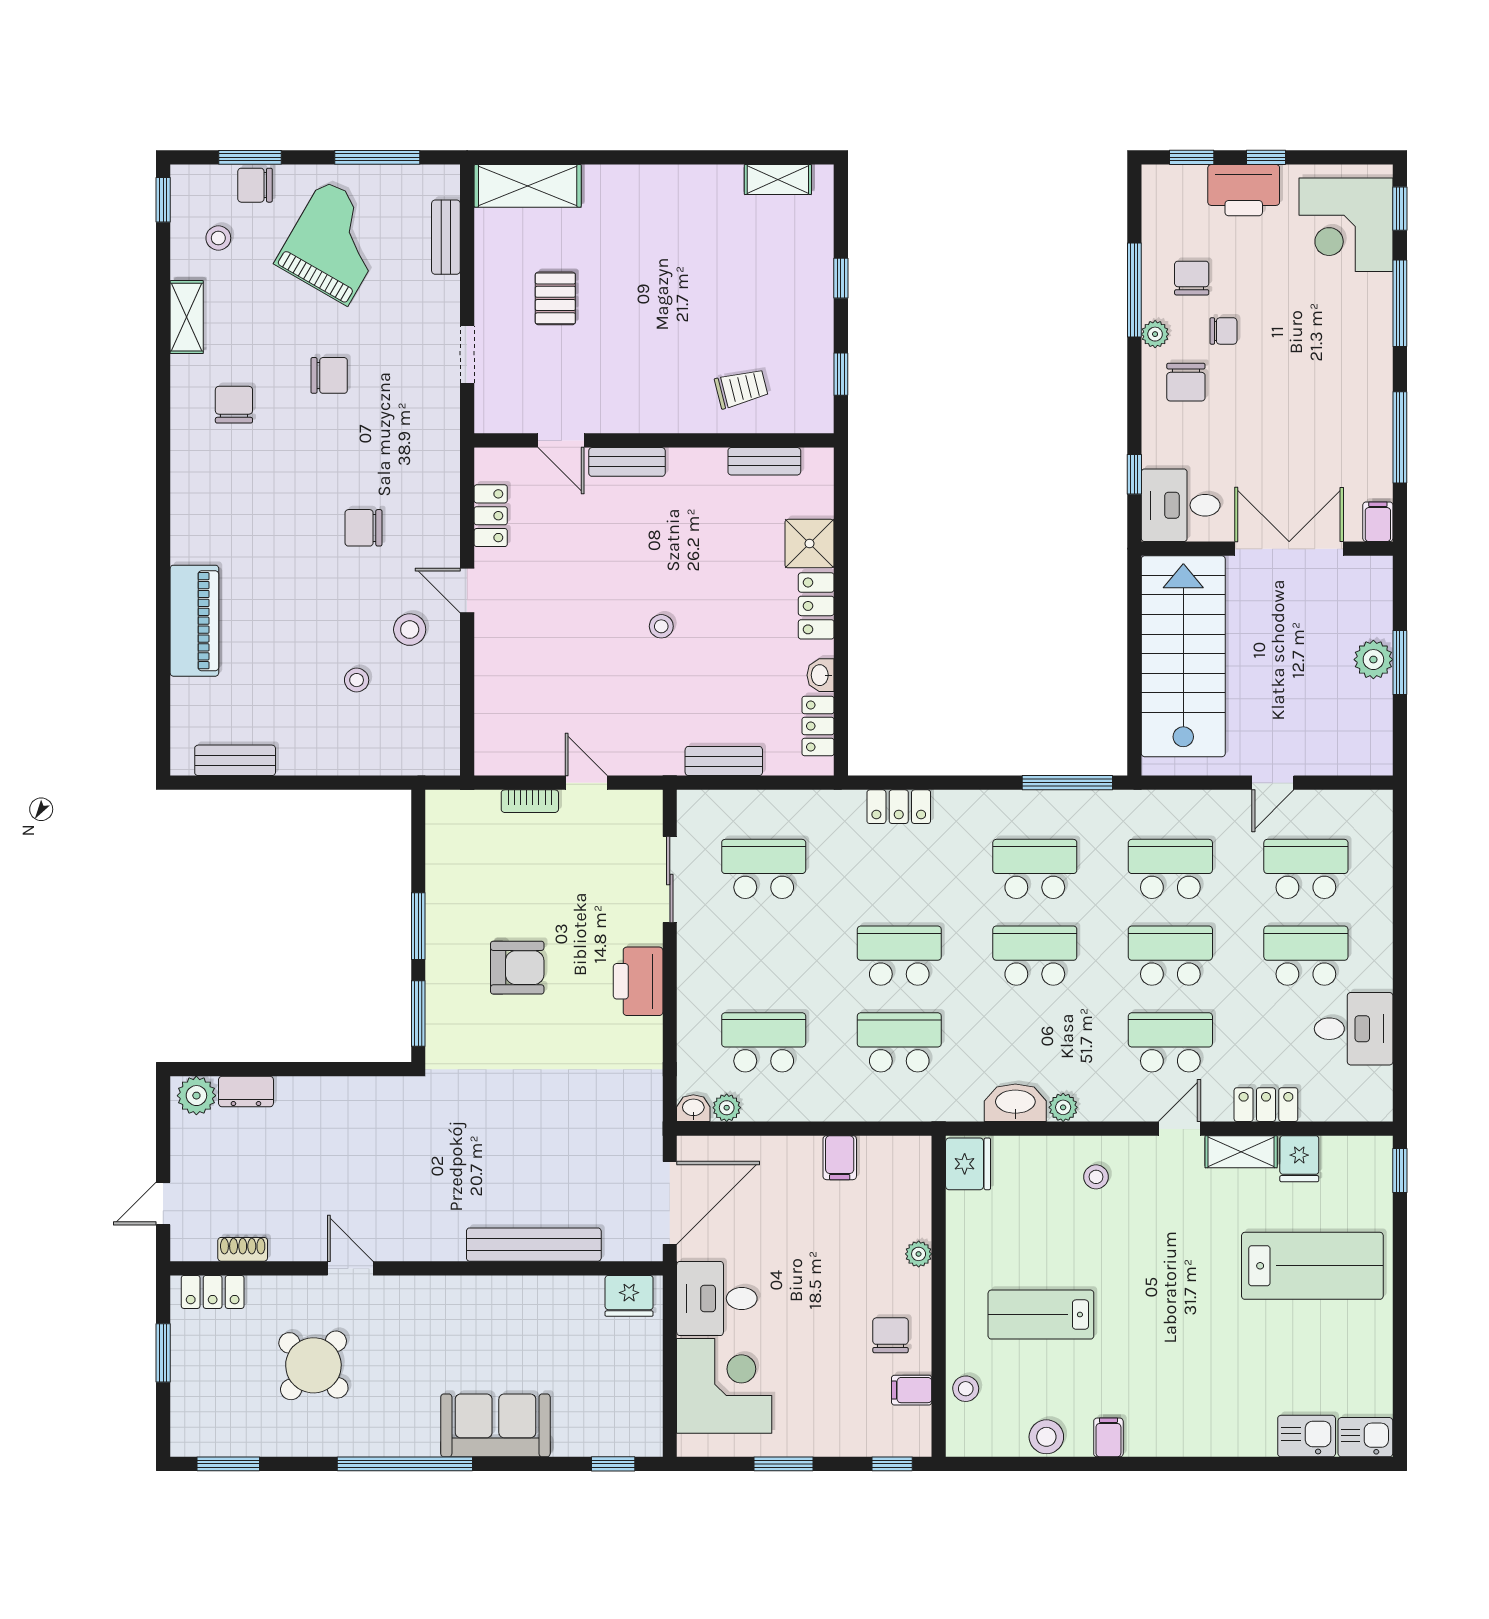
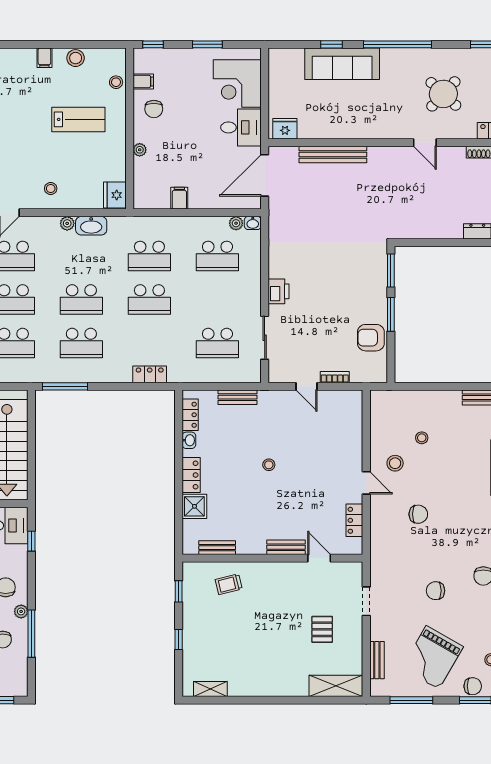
armchair: (517, 968) -> (371, 338), moved
printer: (638, 981) -> (278, 291), width x0.73, depth x0.84
sofa: (495, 1425) -> (342, 64), width x1.36
window: (613, 1464) -> (332, 44), moved

